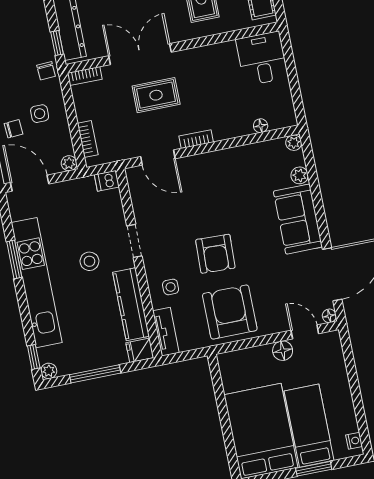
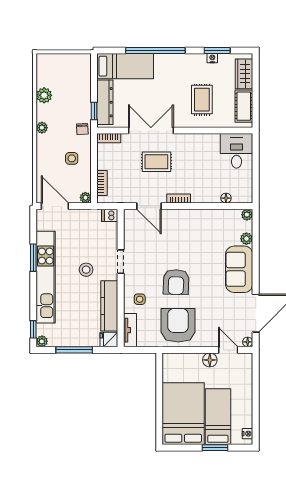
chair: (14, 129) -> (51, 165), removed

